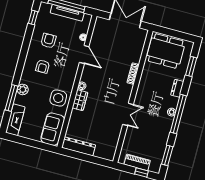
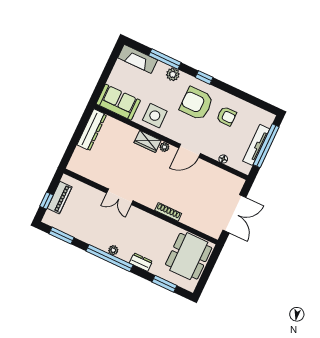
window: (33, 17) -> (204, 77), moved
door: (84, 54) -> (190, 151), moved
armchair: (43, 66) -> (196, 103), width x1.88, depth x1.88

